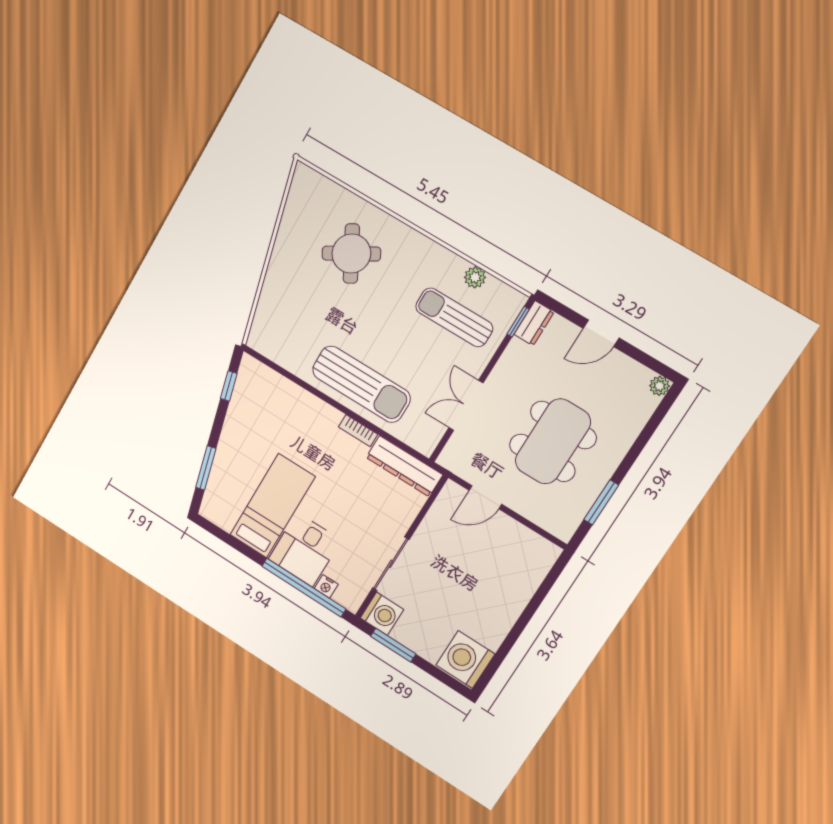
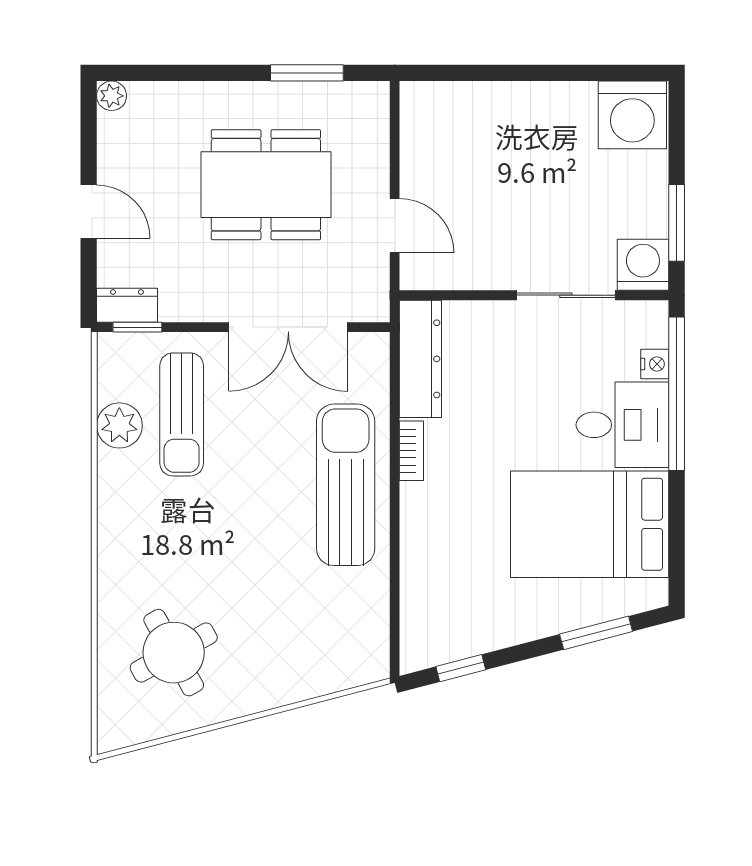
round table: (351, 254) -> (174, 653), moved
plant: (475, 277) -> (119, 425), width x1.38, depth x1.38
double door: (466, 405) -> (288, 327), width x1.37
bed: (273, 506) -> (590, 524), width x1.50

